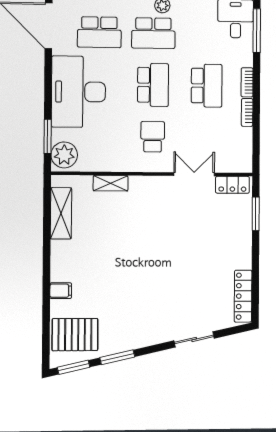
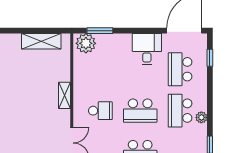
desk: (78, 92) -> (147, 49), width x0.53, depth x0.77
shelving: (111, 183) -> (64, 95), moved

